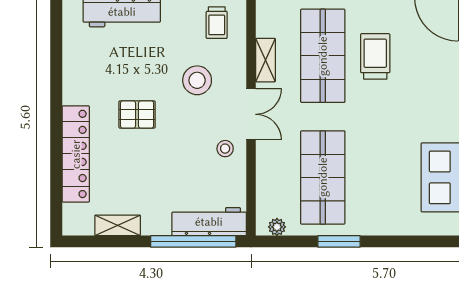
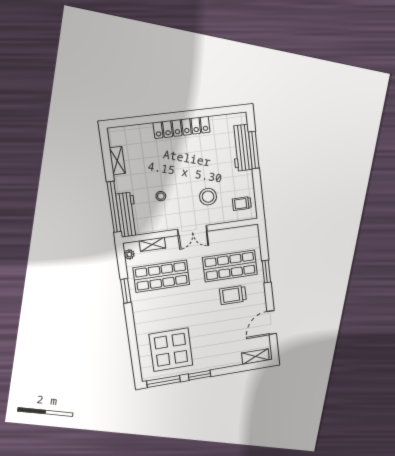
trolley: (375, 56) -> (233, 295), turned 180
shelving: (265, 60) -> (152, 244), moved
pallet: (137, 114) -> (184, 164), removed
stool: (225, 149) -> (161, 196), moved
locker: (76, 154) -> (182, 127), moved

